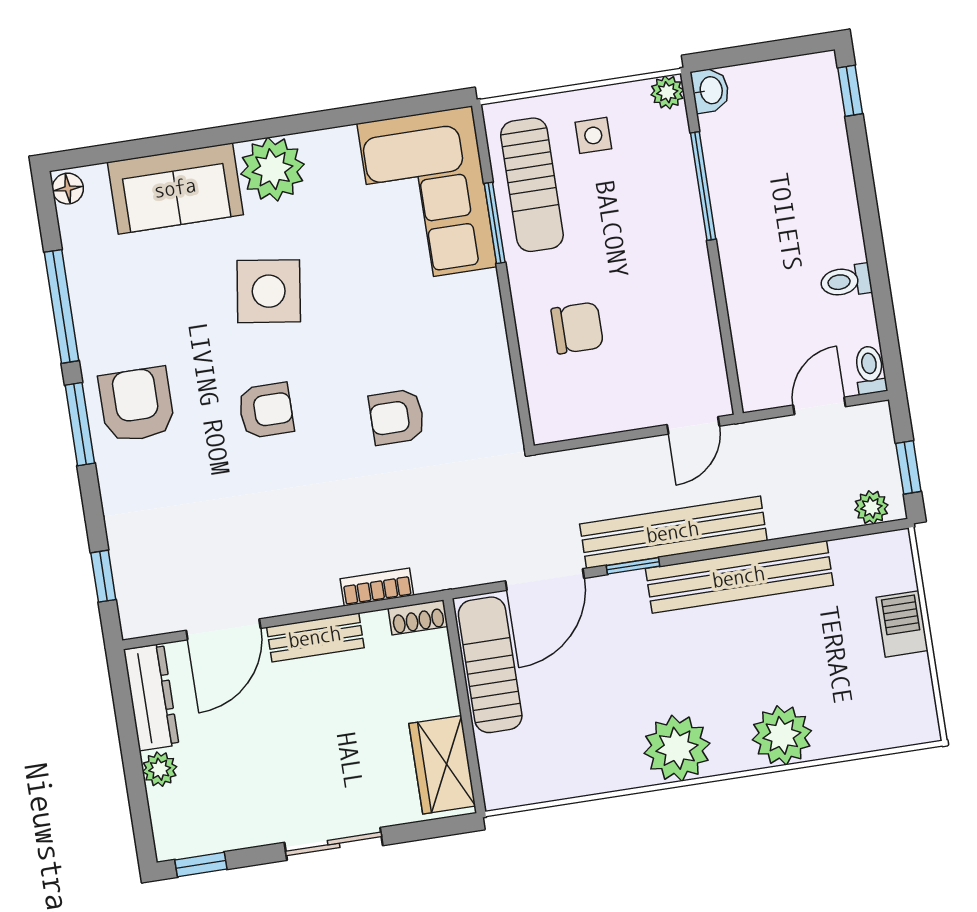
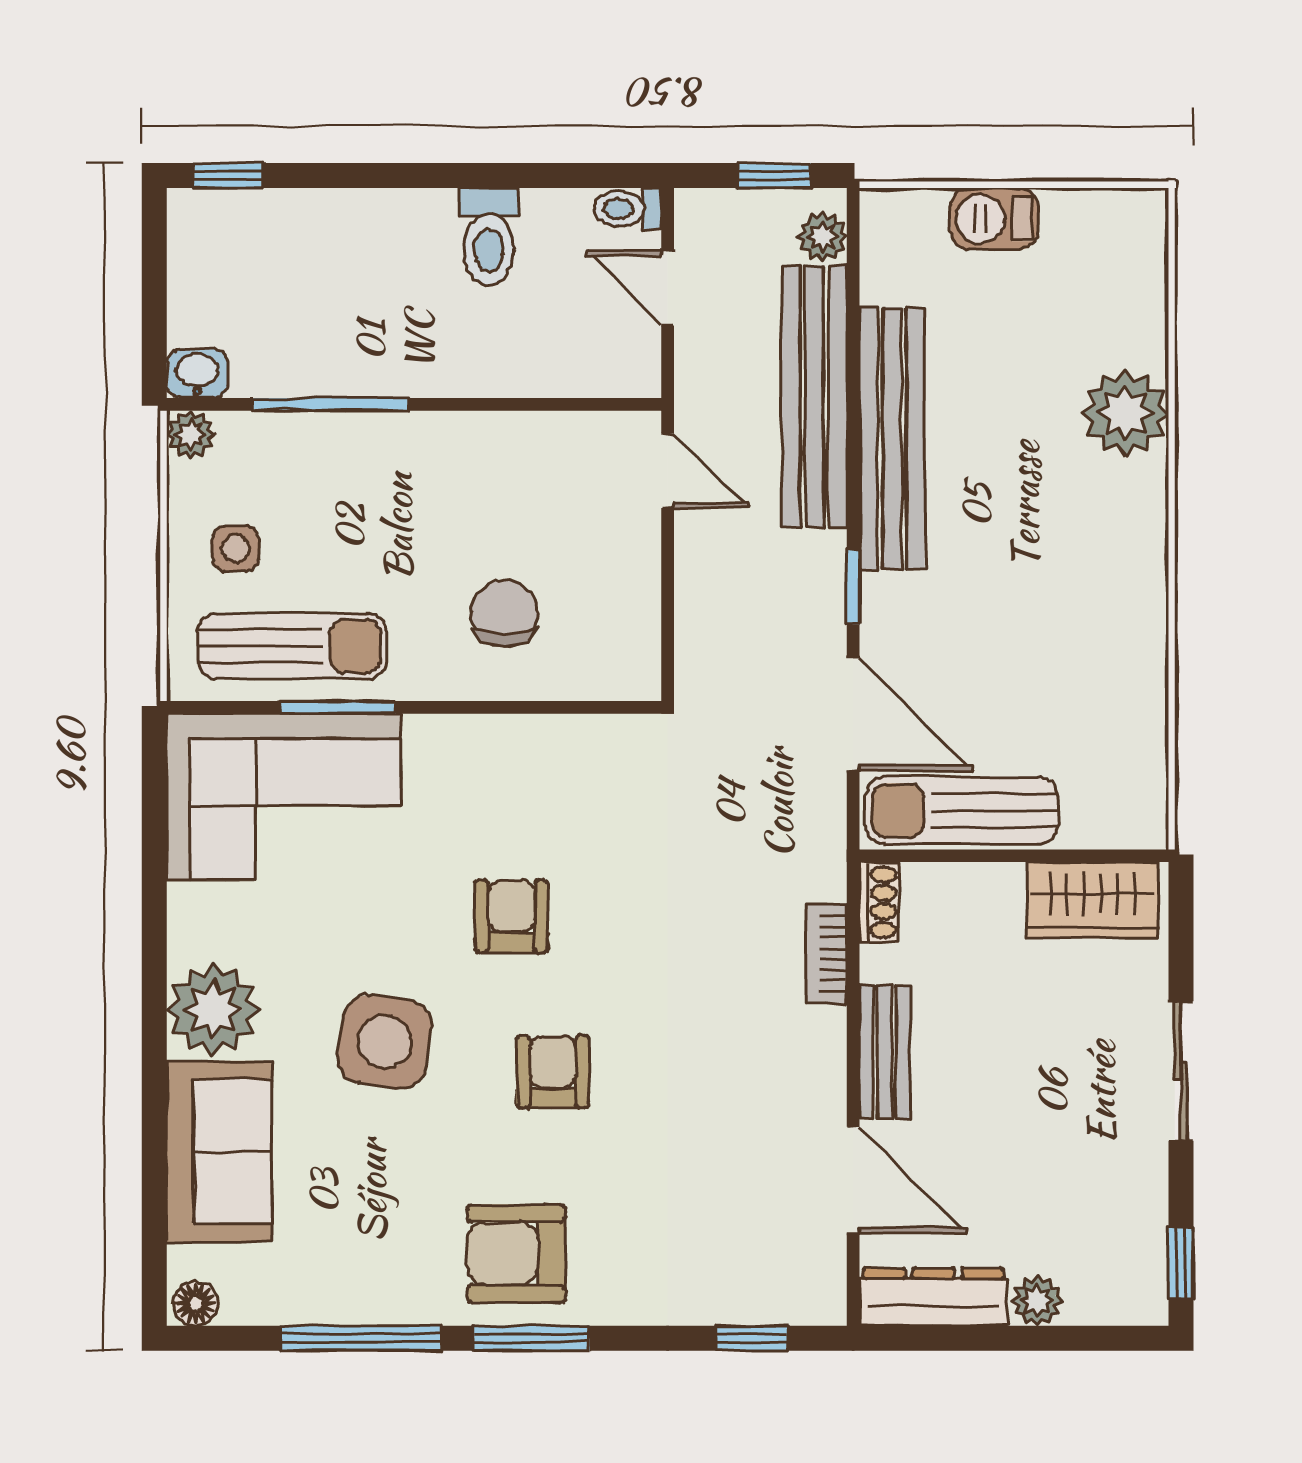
toilet: (846, 281) -> (489, 237), width x1.37, depth x1.39
armchair: (397, 417) -> (511, 916), moved, turned 180
bench: (673, 532) -> (814, 397), moved
plant: (677, 748) -> (1121, 564), removed

